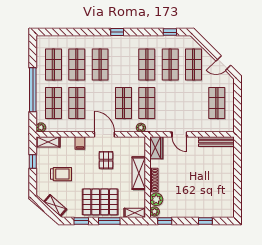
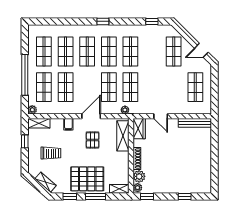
shop shelf: (170, 65) -> (109, 51), moved
door: (104, 134) -> (91, 116), hinge flipped
shelving: (139, 173) -> (123, 136), moved

